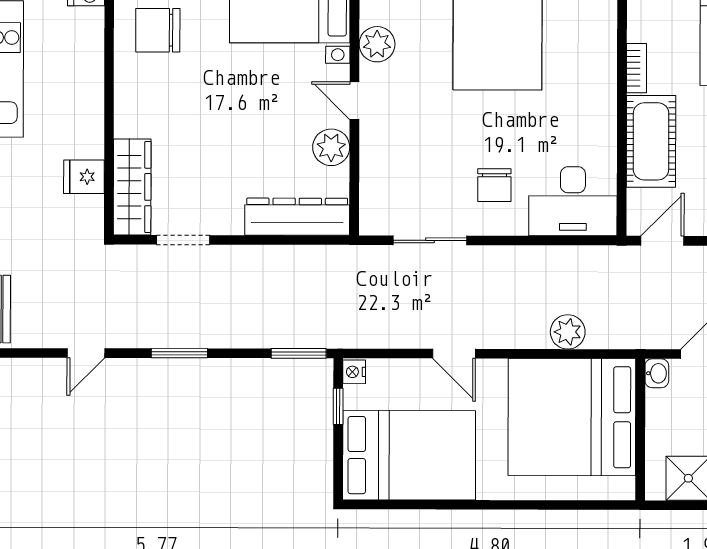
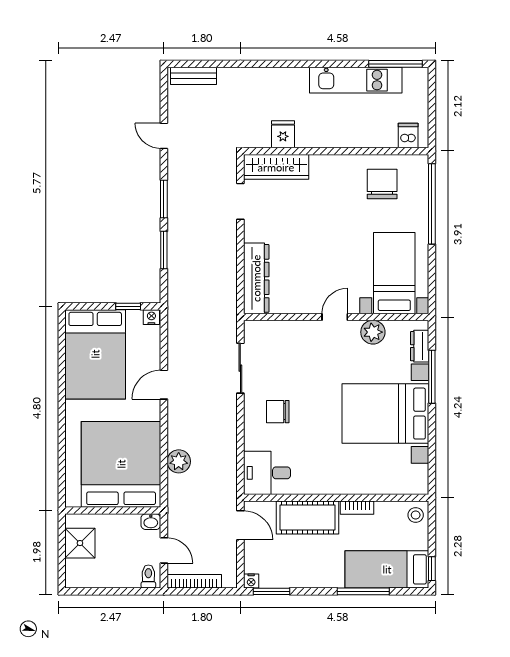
plant: (331, 147) -> (303, 301), removed
desk: (573, 201) -> (267, 473), width x0.73
window: (299, 353) -> (164, 250), moved

